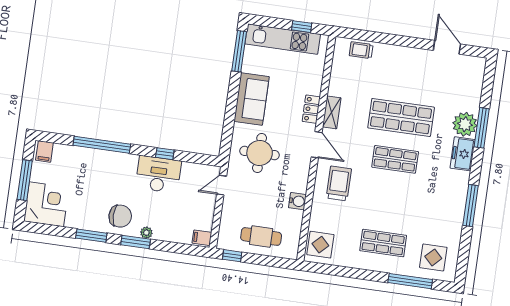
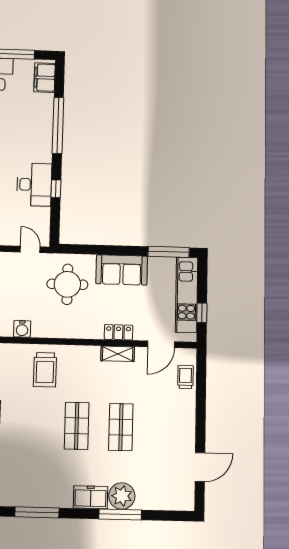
shop shelf: (401, 118) -> (121, 427), width x0.70, depth x0.74
door: (317, 145) -> (161, 344), moved
filing cabinet: (44, 151) -> (45, 78), width x2.00
trolley: (339, 183) -> (45, 370), turned 90

